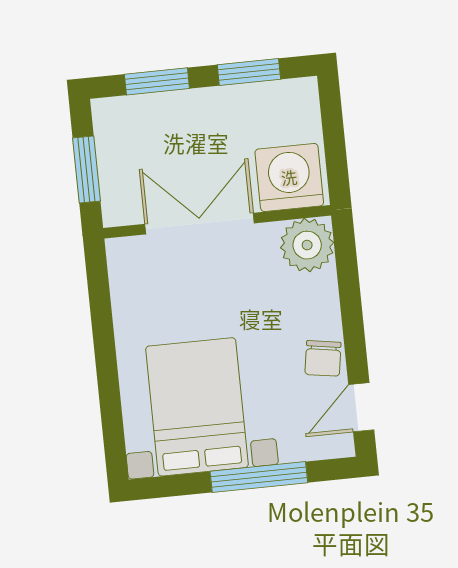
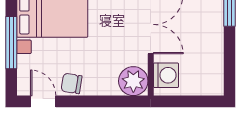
window: (249, 72) -> (229, 59), removed
washing machine: (289, 177) -> (166, 75), width x0.73, depth x0.73

